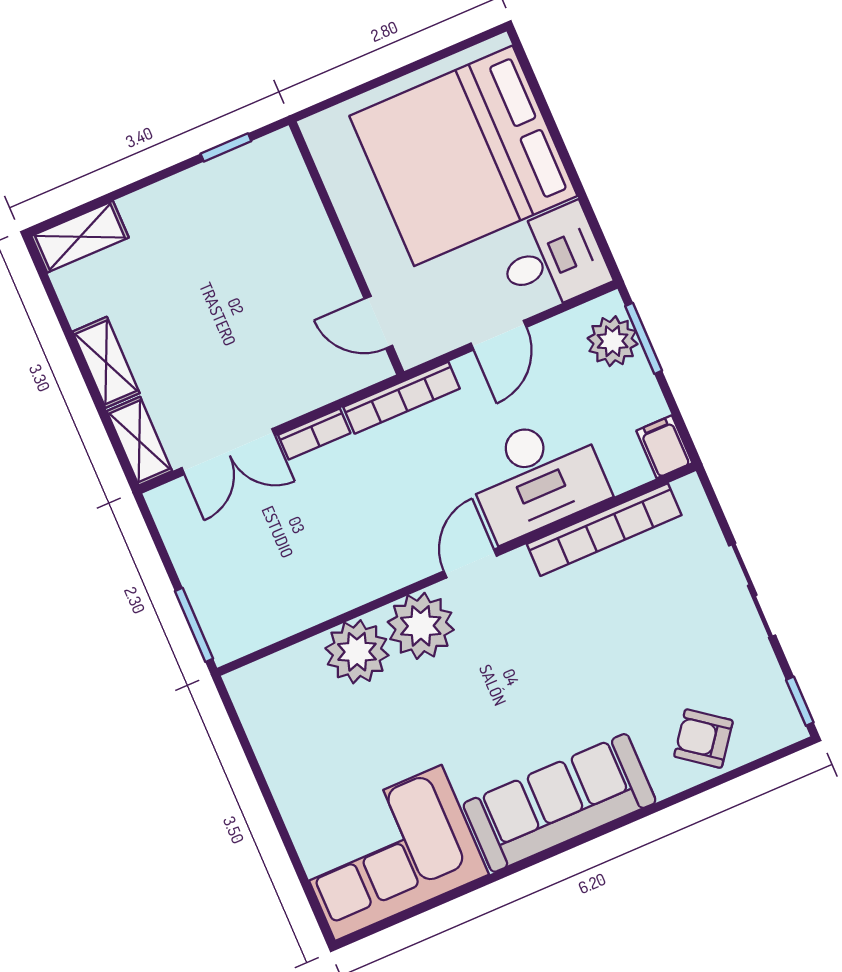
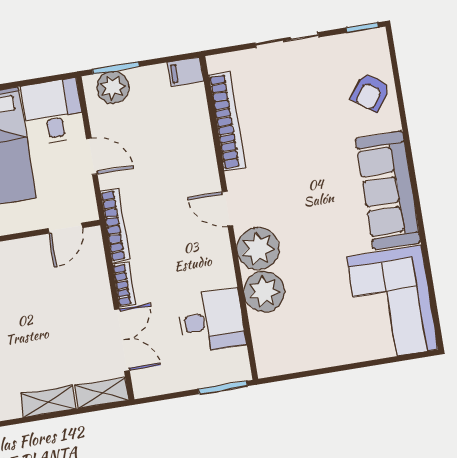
desk: (537, 476) -> (211, 321), moved, width x0.73

